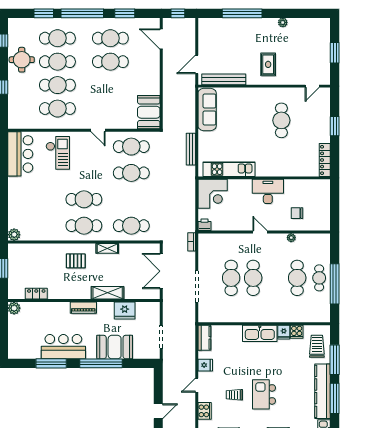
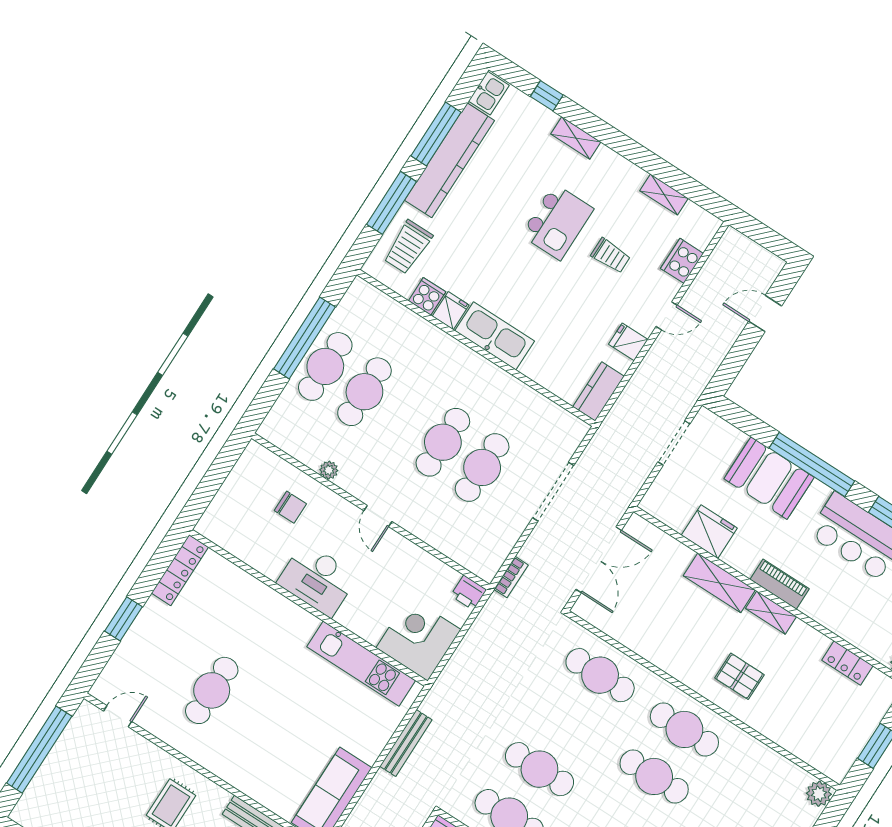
window: (335, 53) -> (39, 750), width x2.11
shelving: (107, 248) -> (771, 613), moved
cafe table: (319, 278) -> (325, 366), width x1.37, depth x1.35

